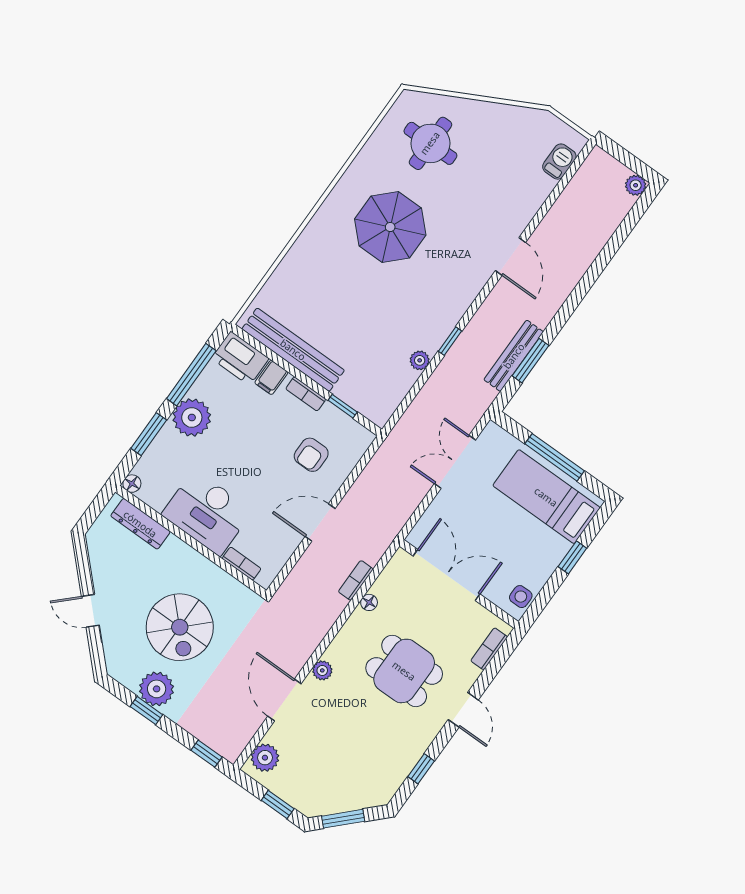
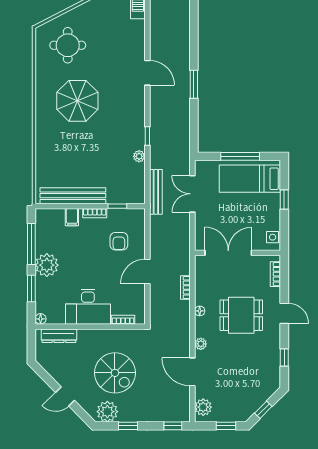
bench: (514, 356) -> (156, 192), moved
printer: (240, 358) -> (50, 219), removed
window: (530, 361) -> (194, 84), moved
floor lamp: (369, 602) -> (200, 311), moved
plant: (157, 689) -> (107, 412), moved
window: (343, 819) -> (263, 410), width x0.67

